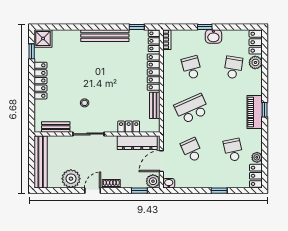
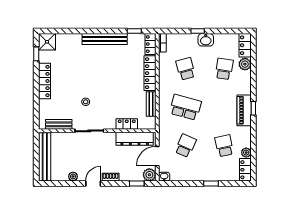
school desk: (192, 109) -> (185, 107), turned 39
school desk: (192, 150) -> (185, 146), turned 48
plant: (71, 179) -> (73, 176), width x0.53, depth x0.53

